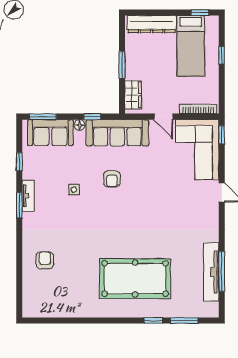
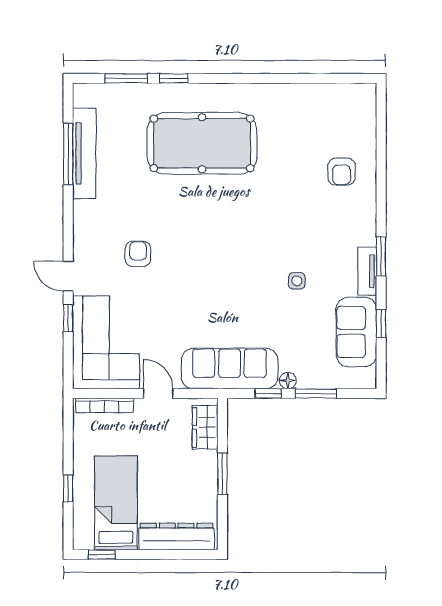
window: (43, 117) -> (316, 394), moved
sofa: (50, 133) -> (356, 332), moved, turned -90
window: (222, 135) -> (68, 318), moved
armchair: (112, 179) -> (138, 254), moved

